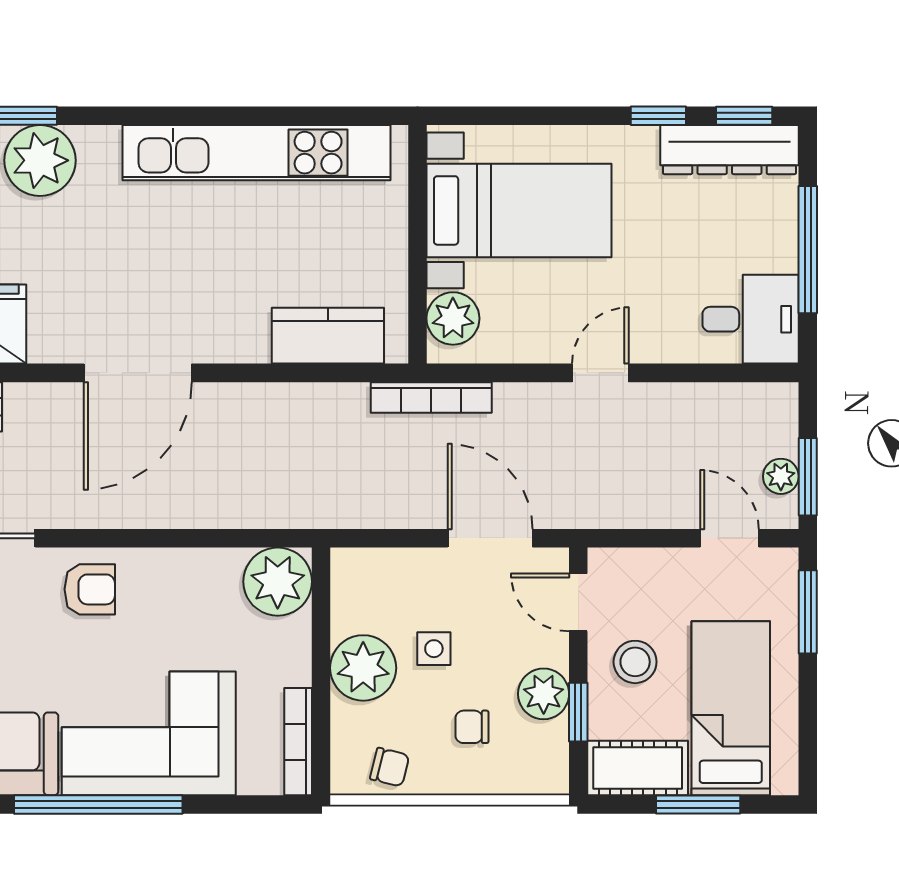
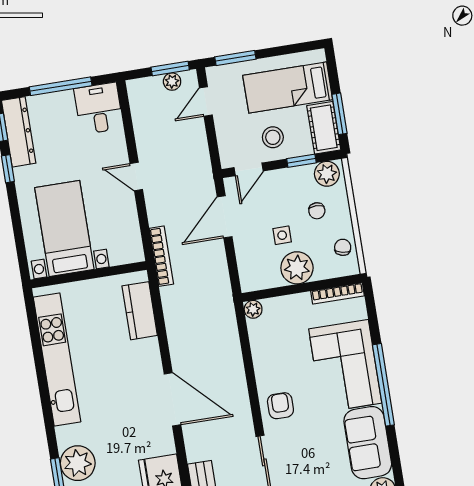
plant: (453, 318) -> (122, 252), removed
plant: (278, 582) -> (253, 309), width x0.53, depth x0.53
plant: (544, 694) -> (327, 174), moved
window: (698, 805) -> (340, 114), moved

